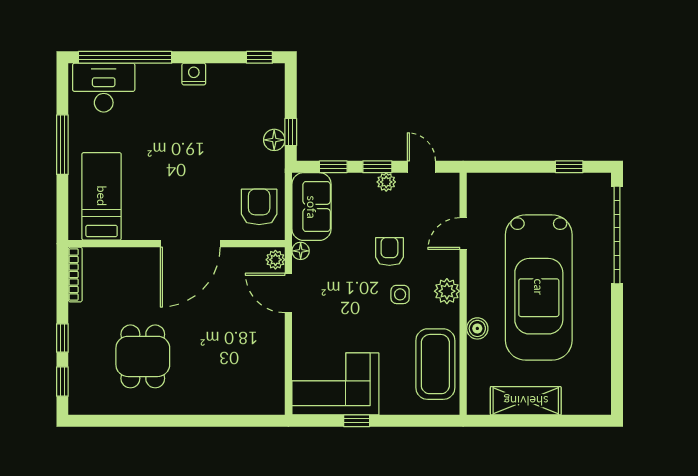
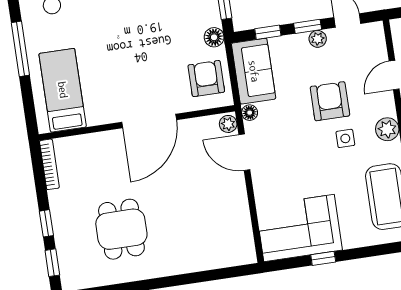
floor lamp: (274, 140) -> (214, 37), moved
armchair: (389, 252) -> (330, 101), width x1.38, depth x1.38

